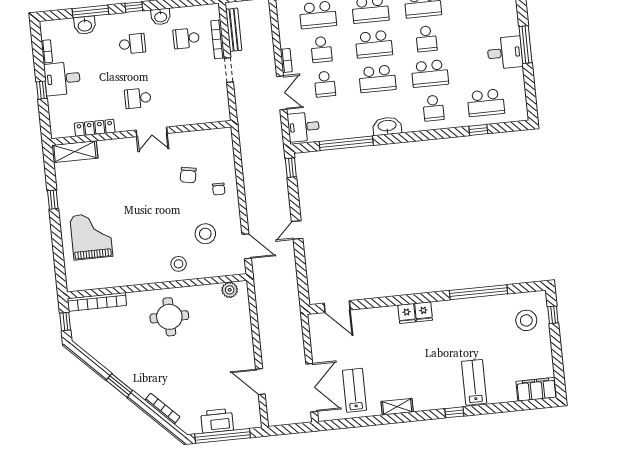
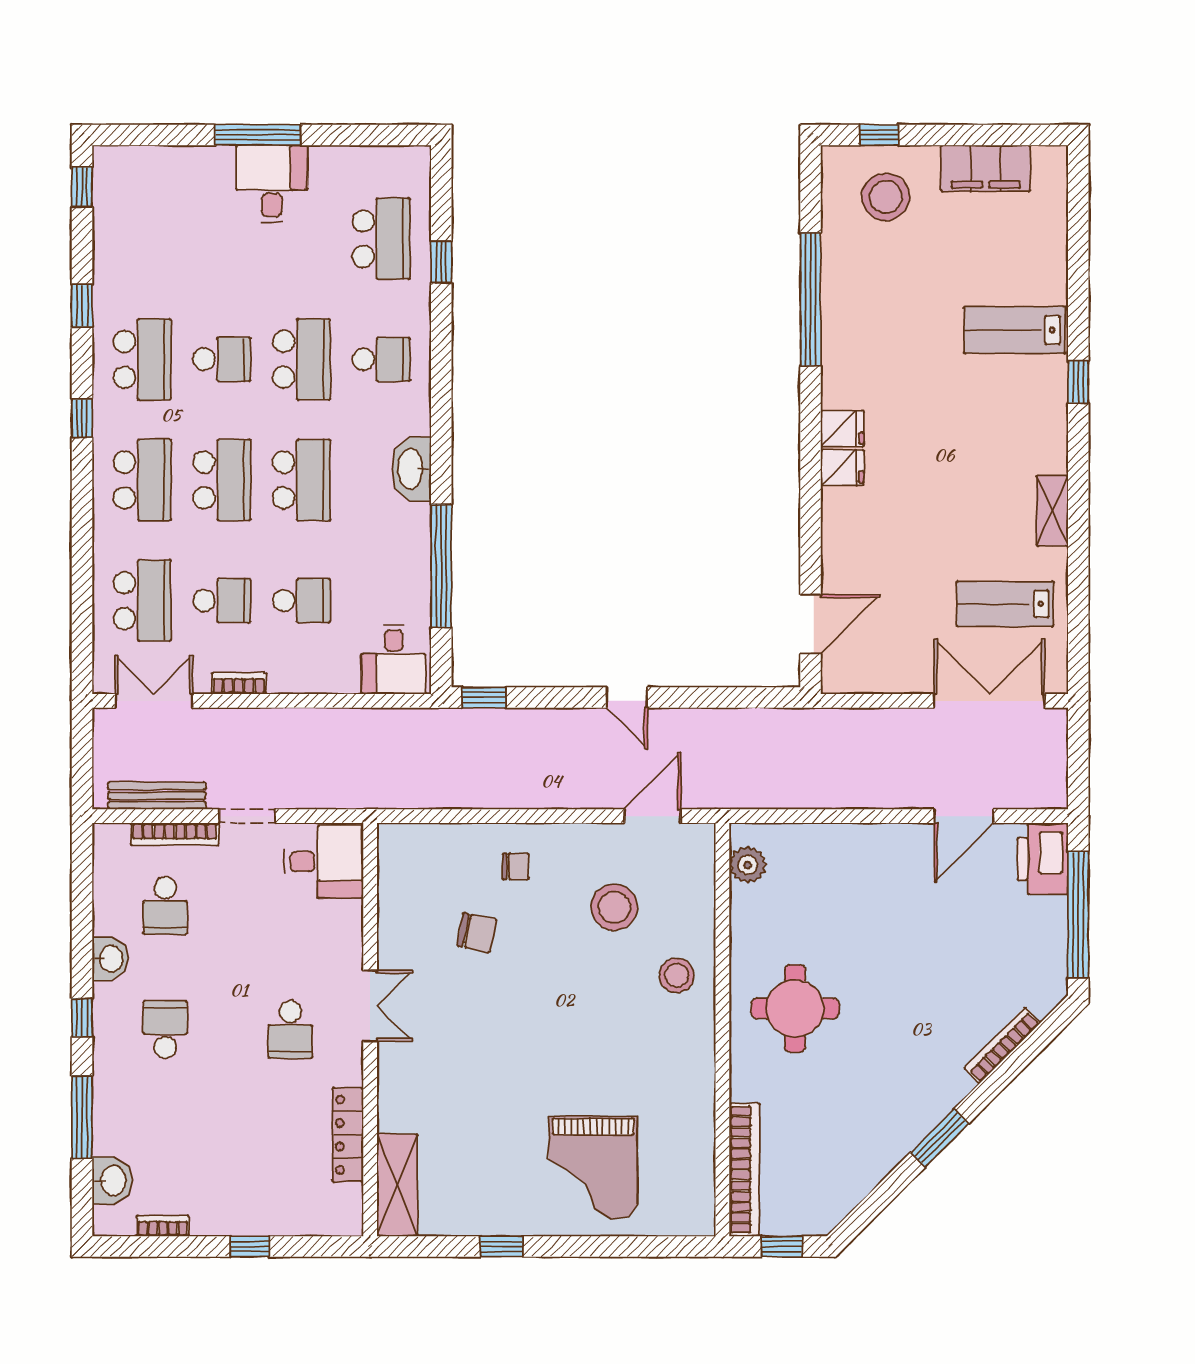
washbasin: (85, 25) -> (112, 1180), moved
desk: (62, 79) -> (324, 862), moved, turned -90
double door: (282, 93) -> (154, 701), moved
grand piano: (91, 236) -> (593, 1167), turned -90
filing cabinet: (536, 389) -> (986, 168), moved, turned -90
printer: (217, 421) -> (1043, 859), moved

